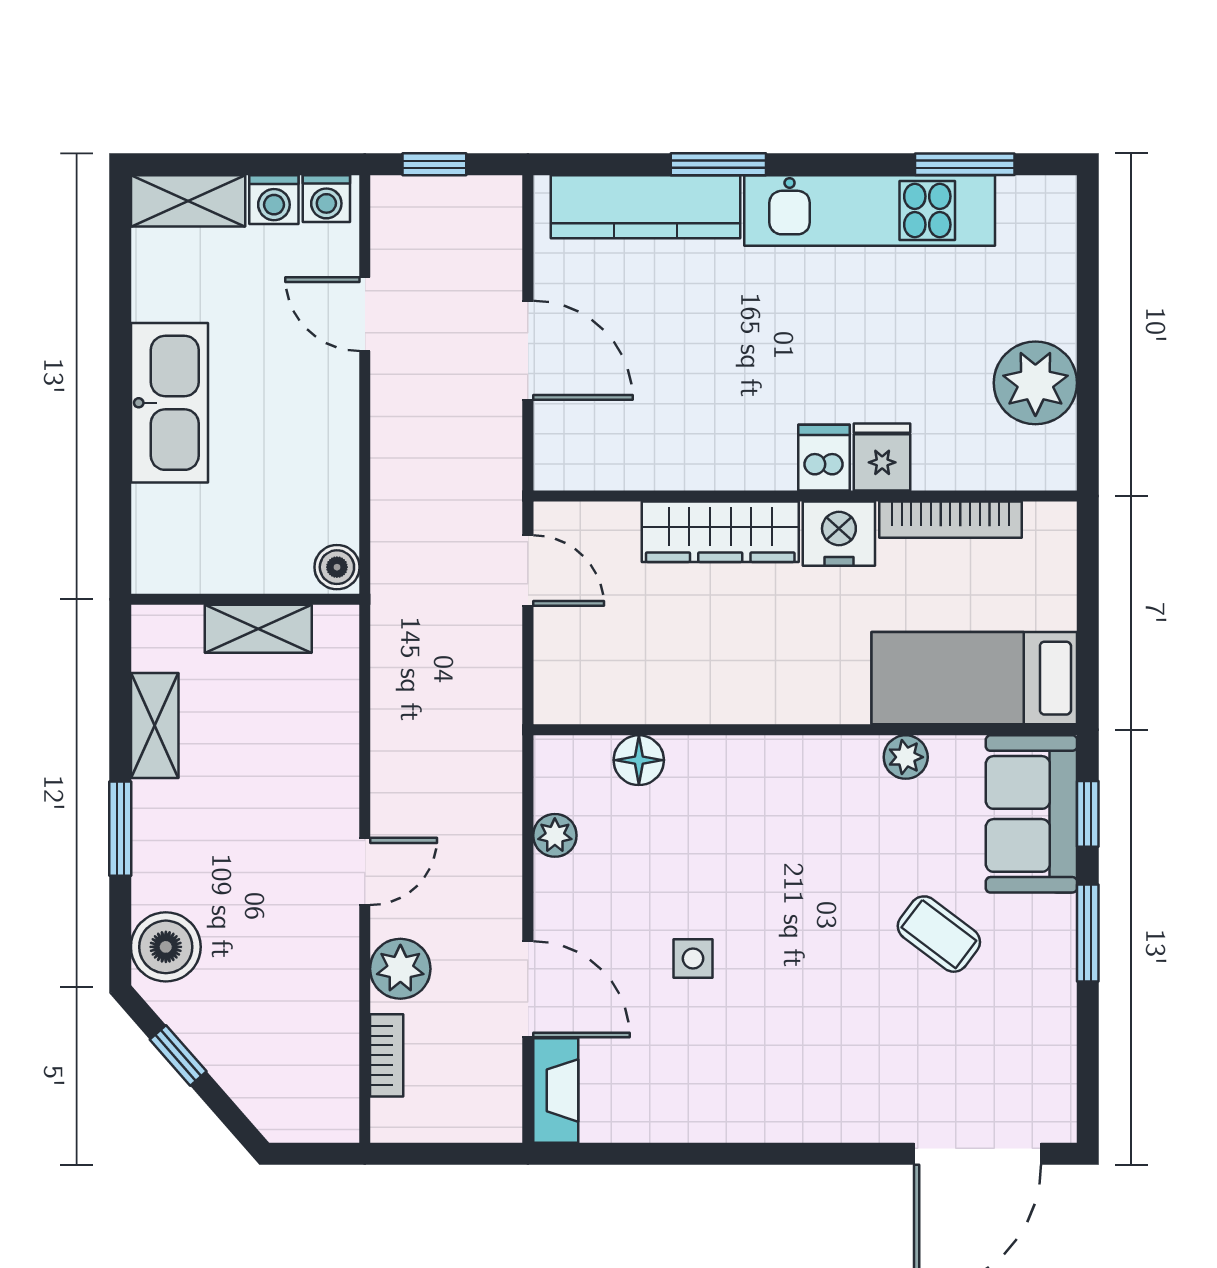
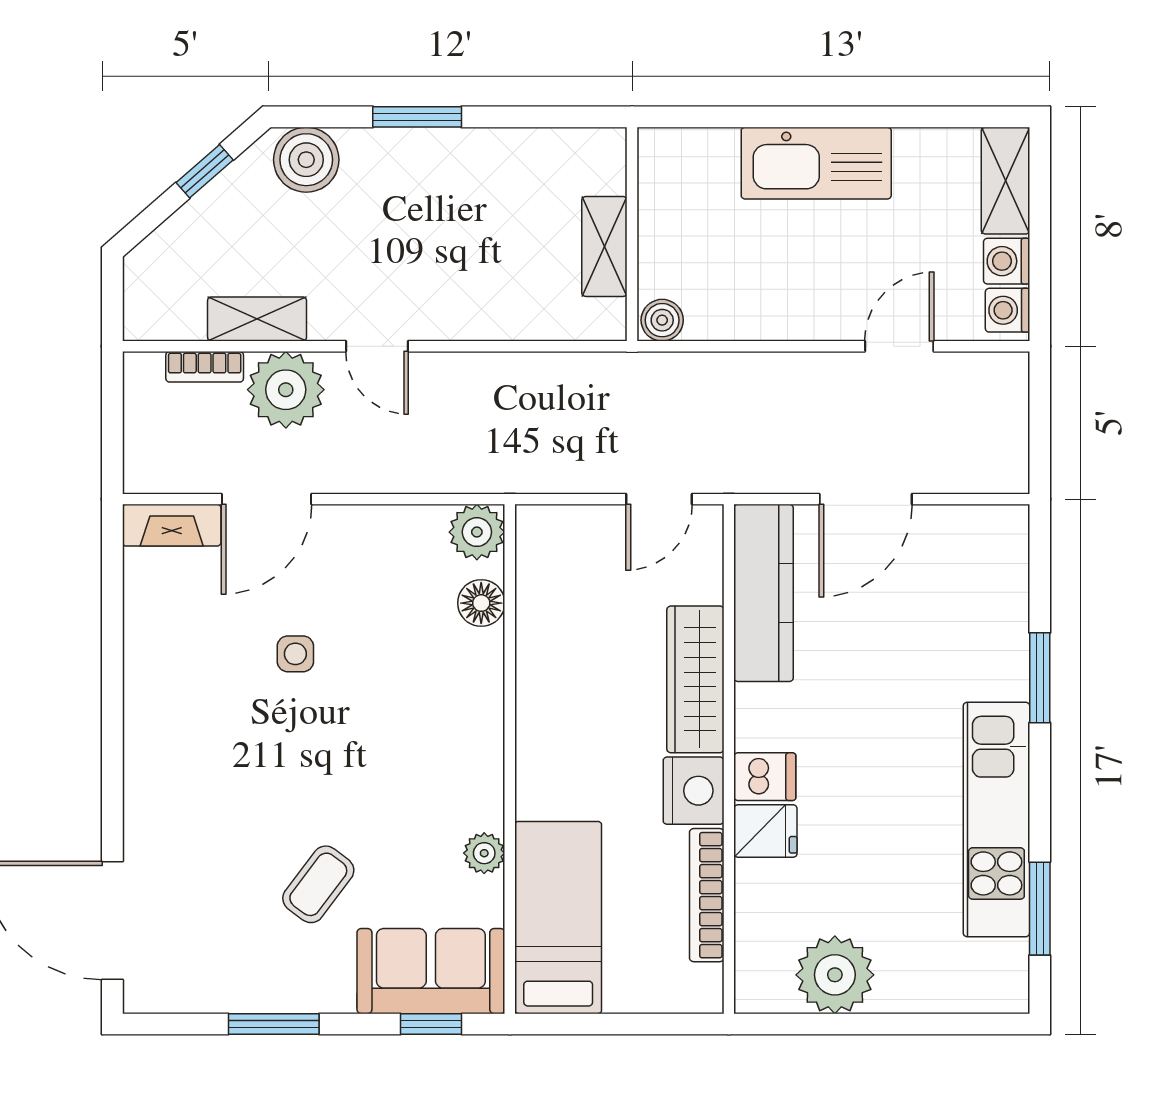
window: (434, 164) -> (1040, 411), removed
kitchen counter: (645, 207) -> (764, 593), moved, turned 180
shelving: (155, 725) -> (257, 319), moved
plant: (555, 835) -> (477, 532), moved, width x1.38, depth x1.38
window: (1088, 933) -> (274, 1024), moved
plant: (400, 969) -> (286, 390), width x1.36, depth x1.36

